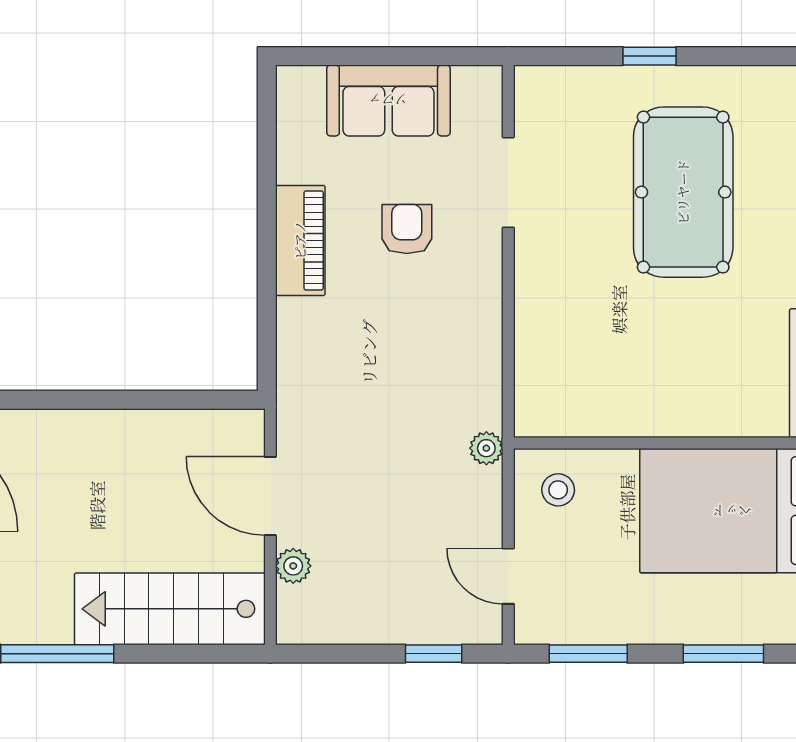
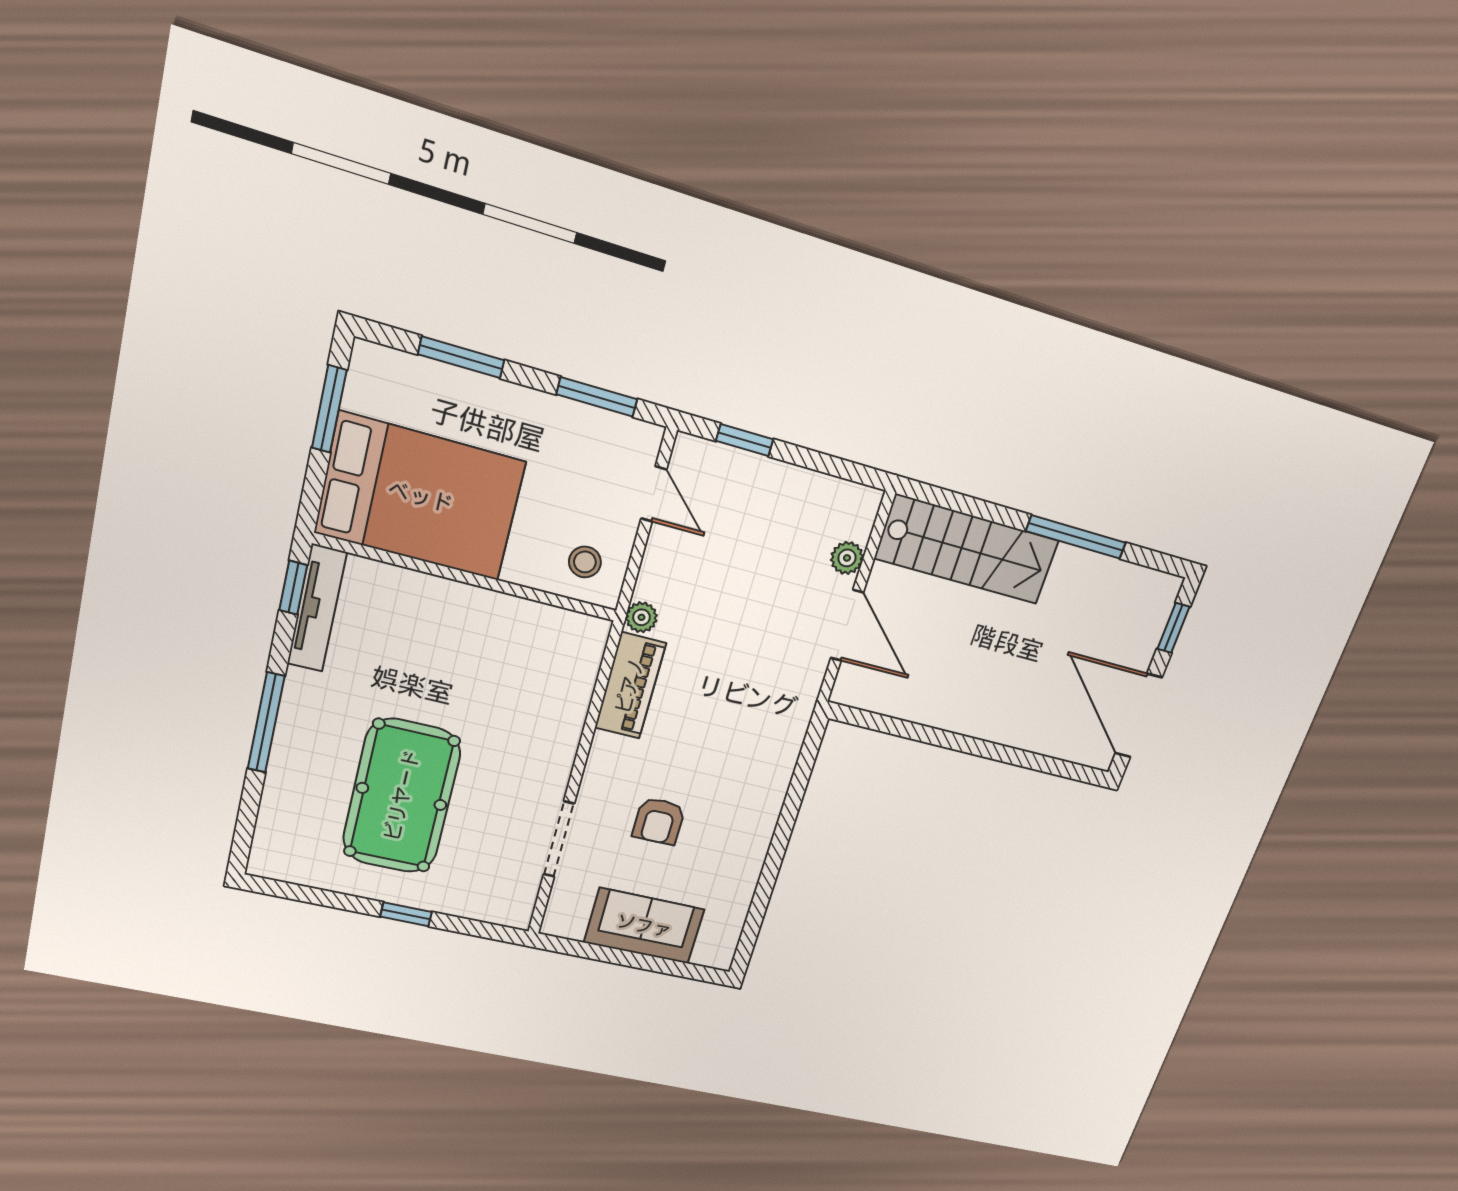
piano: (300, 240) -> (630, 686), moved, turned 180

